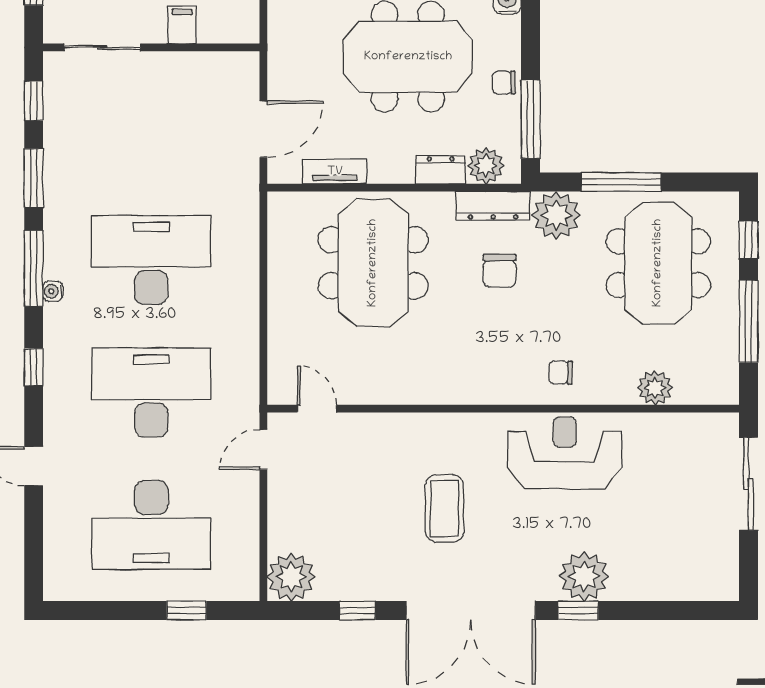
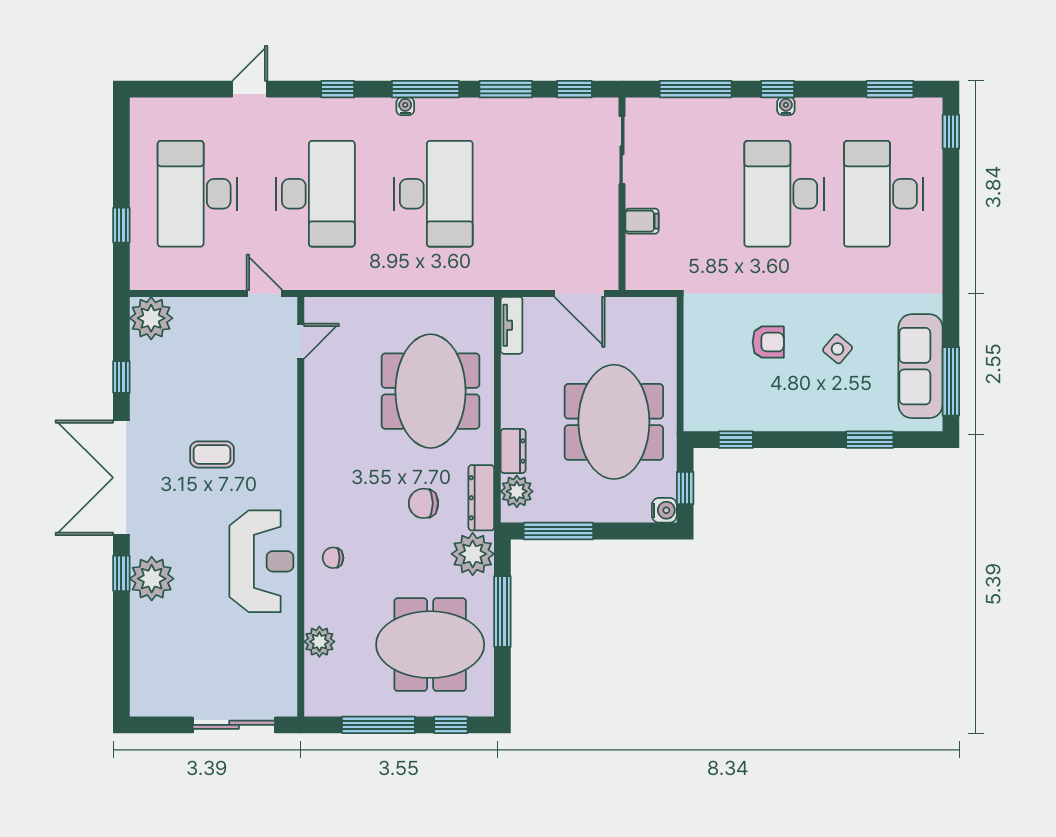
chair: (504, 83) -> (591, 507), removed
door: (263, 129) -> (579, 293), moved
tv unit: (335, 172) -> (512, 325), moved
meeting table: (373, 263) -> (431, 391), turned 90
chair: (561, 372) -> (333, 558), turned -91
coffee table: (444, 508) -> (212, 454), width x0.73, depth x0.77

